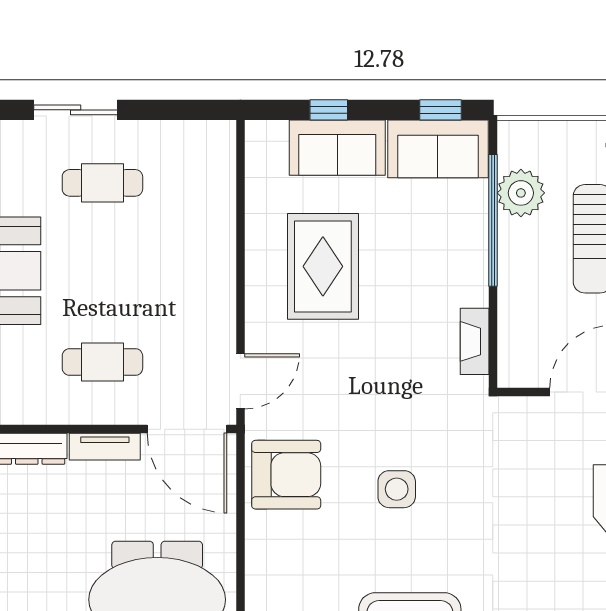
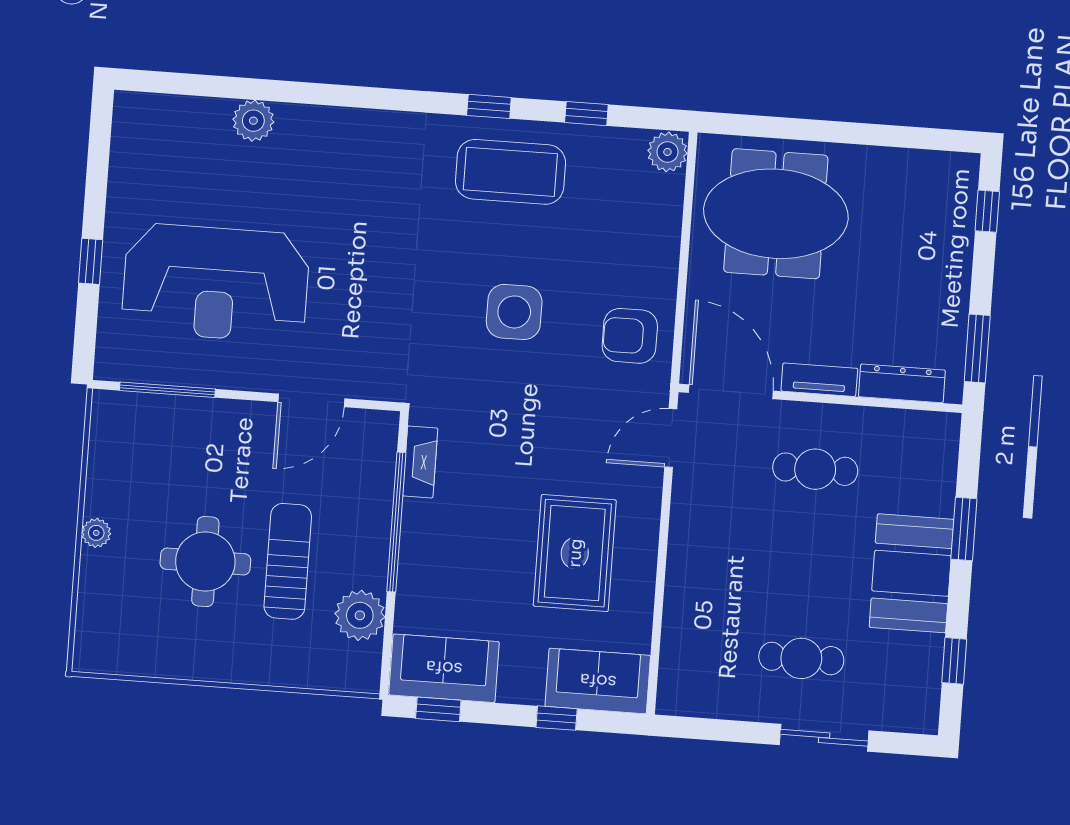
sofa: (337, 148) -> (598, 681), moved
window: (493, 220) -> (396, 522), moved
armchair: (286, 475) -> (630, 336), width x0.73, depth x0.73
side table: (397, 489) -> (514, 312), width x1.37, depth x1.37

